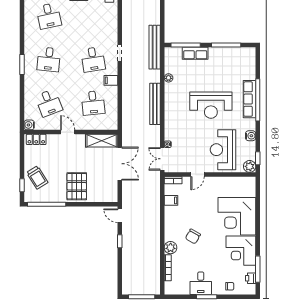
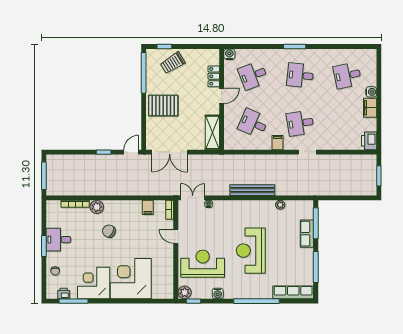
bench: (155, 47) -> (314, 190), removed
row of seats: (250, 99) -> (293, 292), moved
desk: (93, 103) -> (253, 123), turned 30
locker: (36, 139) -> (214, 76), moved
double door: (120, 164) -> (170, 152), moved

